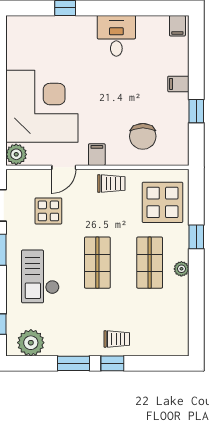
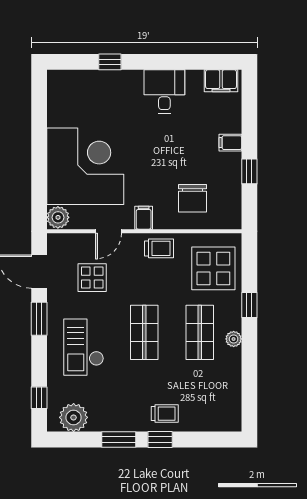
filing cabinet: (177, 26) -> (221, 81), width x2.00

